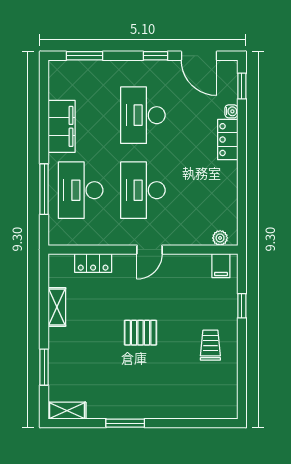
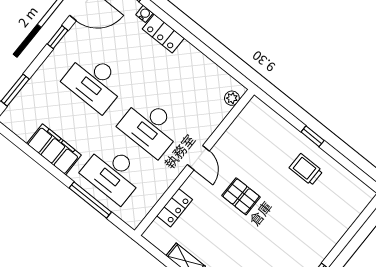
filing cabinet: (221, 266) -> (253, 114), removed
window: (242, 306) -> (313, 136), moved
pallet: (141, 333) -> (241, 196), moved, turned 90

